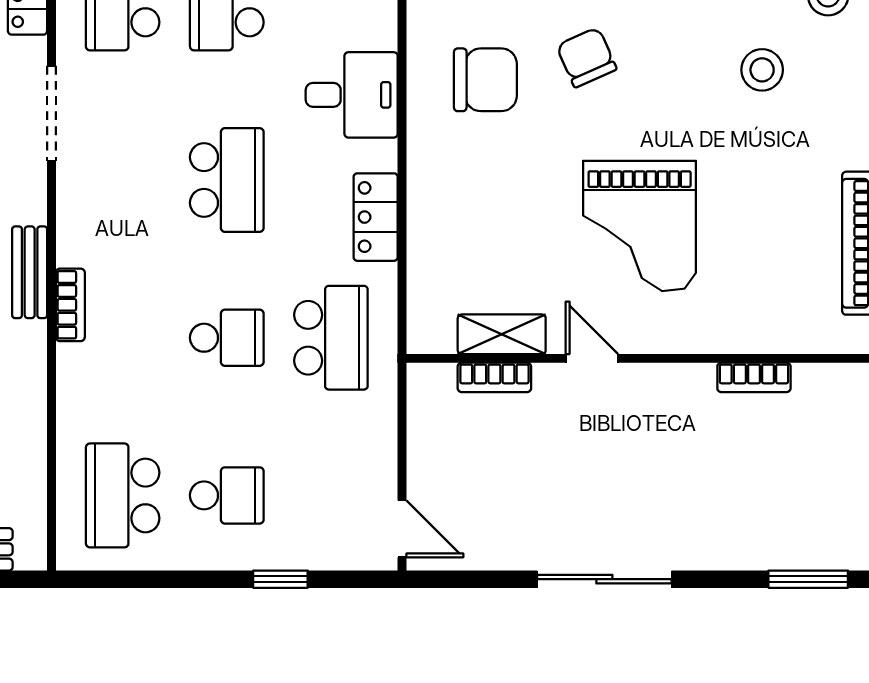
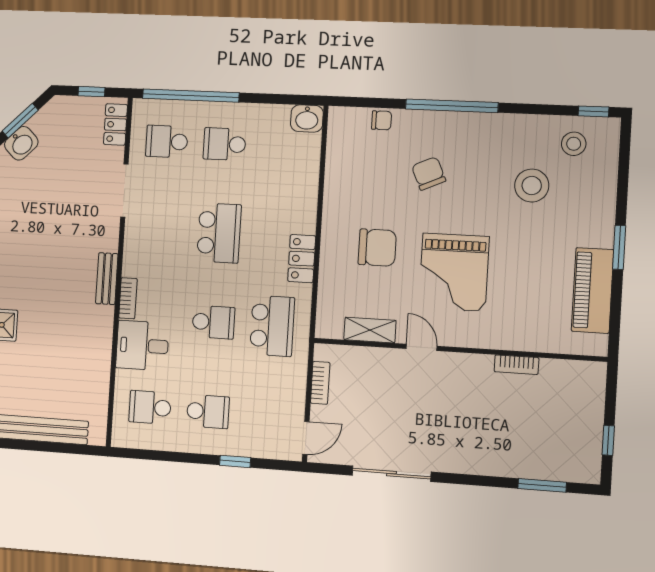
stool: (762, 70) -> (532, 186), width x1.38, depth x1.38
chair: (485, 80) -> (377, 248), moved
desk: (352, 95) -> (142, 346), moved, turned 180
bookcase: (494, 377) -> (320, 383), moved, turned -90
school desk: (123, 495) -> (150, 407), width x0.54
door: (402, 529) -> (306, 438), hinge flipped
sliding door: (604, 579) -> (391, 474), moved

